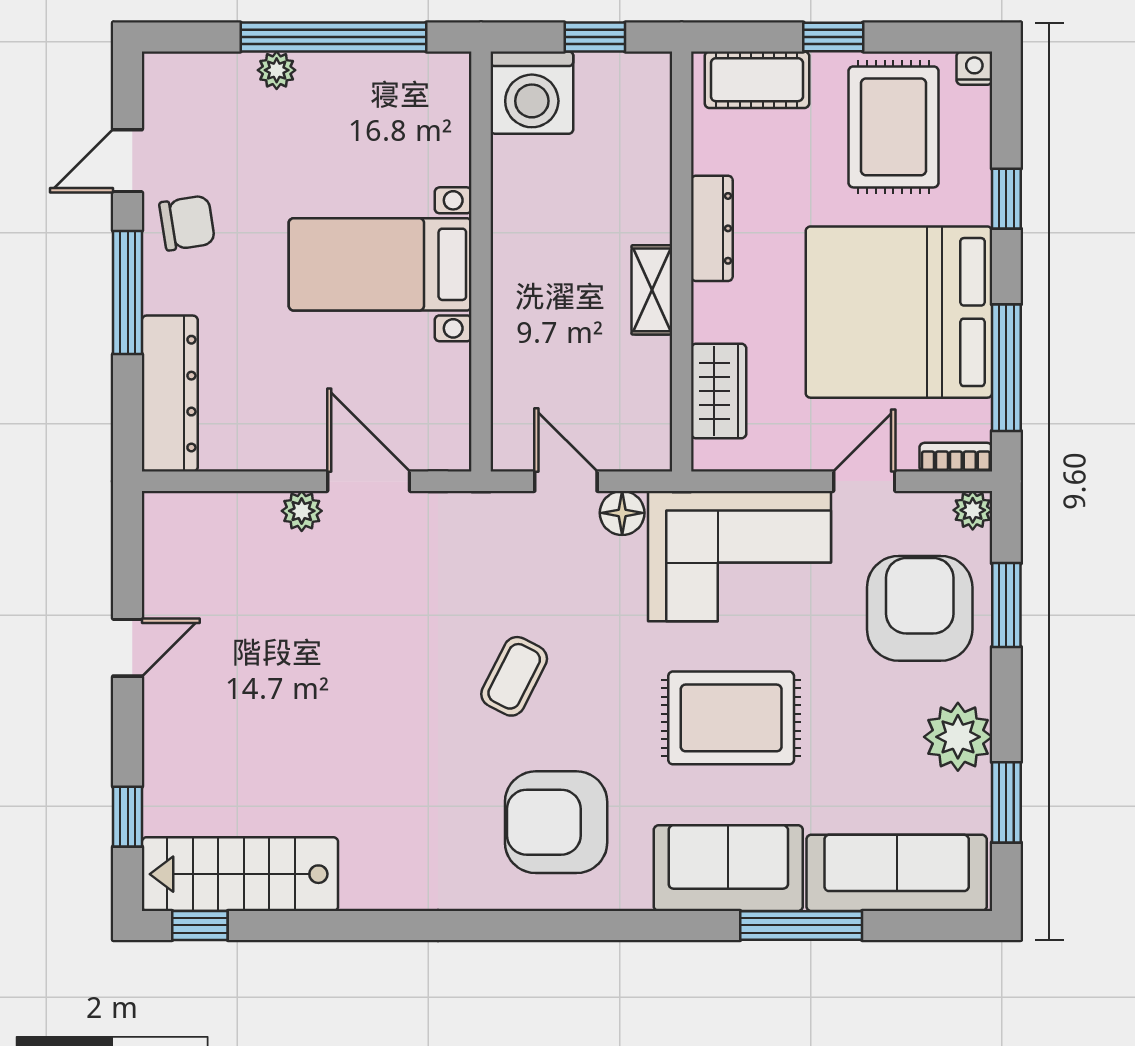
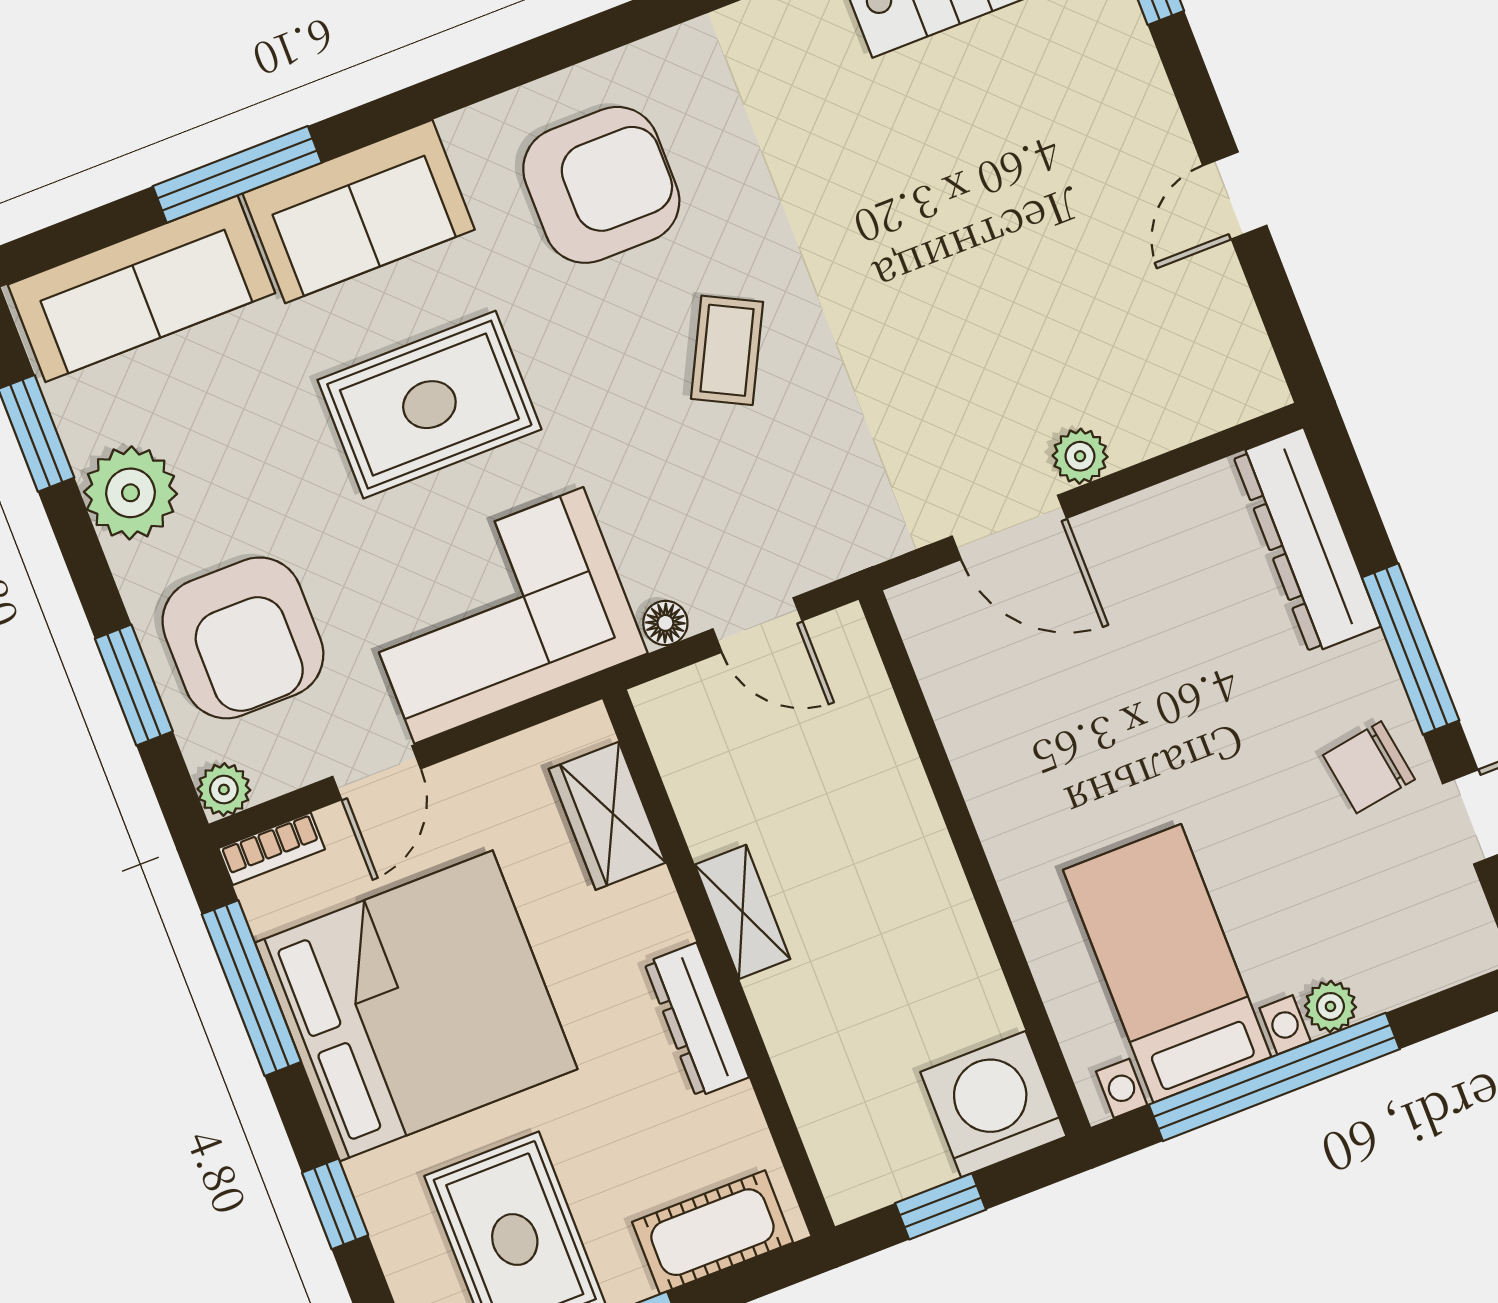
bed with nightstands: (380, 264) -> (1167, 963), moved, turned -90
floor lamp: (622, 513) -> (665, 623), width x0.73, depth x0.73

